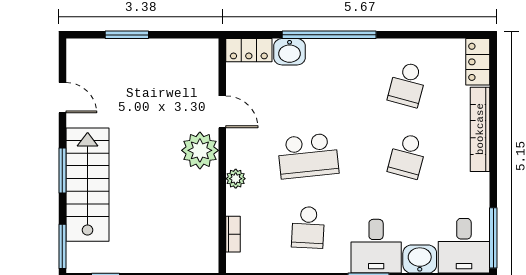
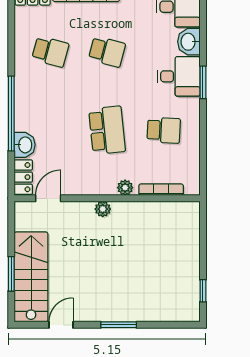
door: (222, 112) -> (48, 198), moved
plant: (200, 150) -> (103, 209), width x0.53, depth x0.53
stairs: (88, 185) -> (31, 277), moved, turned 90
bookcase: (233, 234) -> (161, 190), width x1.56
window: (62, 246) -> (179, 325), removed

